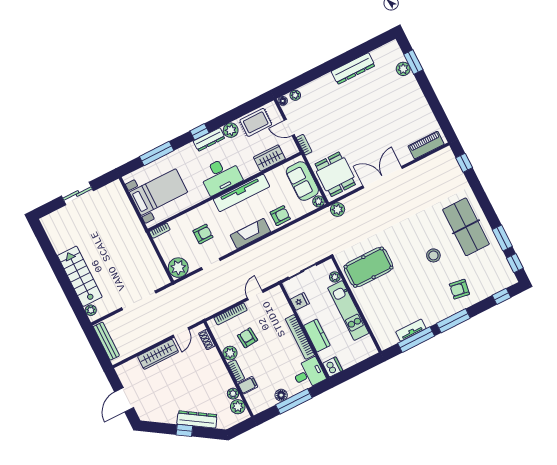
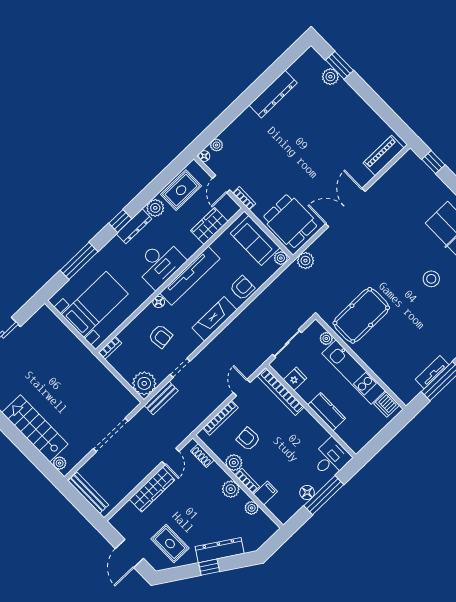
door: (289, 127) -> (221, 184), hinge flipped
floor lamp: (210, 206) -> (159, 302), added
armchair: (203, 234) -> (160, 336), turned 83
bench: (188, 283) -> (161, 398), added
bookcase: (300, 337) -> (281, 392), moved
dishwasher: (333, 367) -> (387, 404), moved, turned 180
rug: (159, 402) -> (170, 544), added
plant: (238, 407) -> (231, 489), moved

